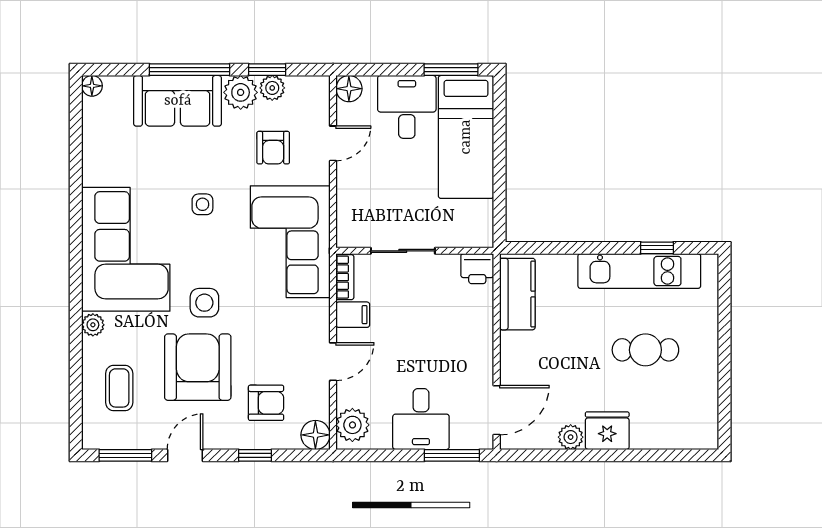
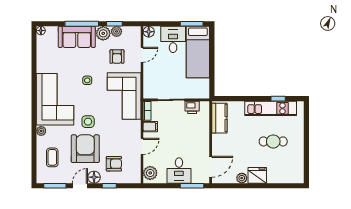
printer: (477, 269) -> (192, 107), moved
floor lamp: (315, 435) -> (94, 177), moved

